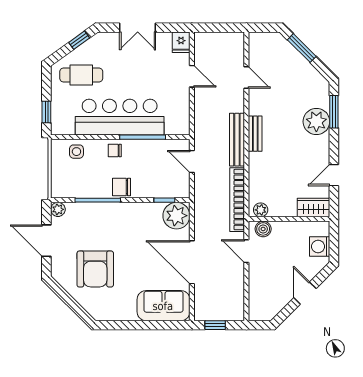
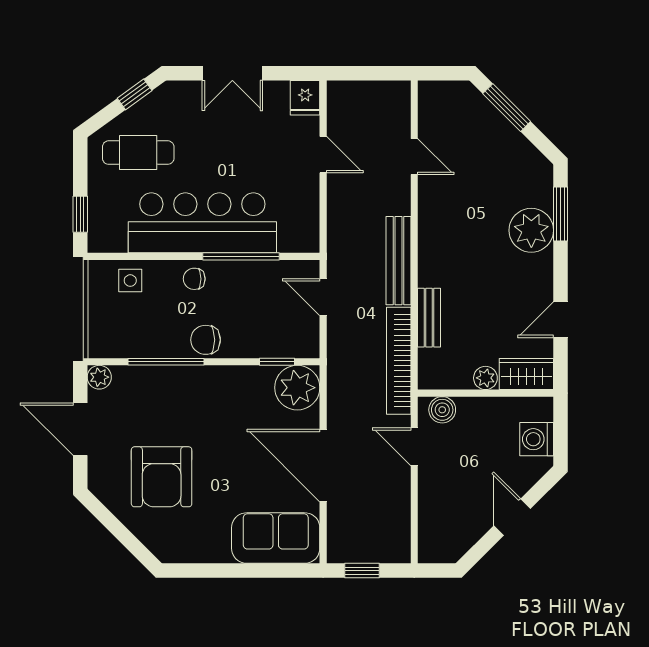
bench: (255, 134) -> (429, 318), moved
plant: (261, 210) -> (485, 378), moved

